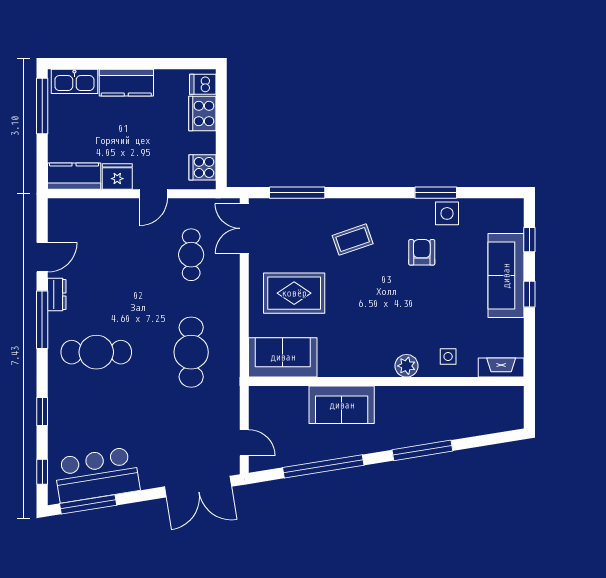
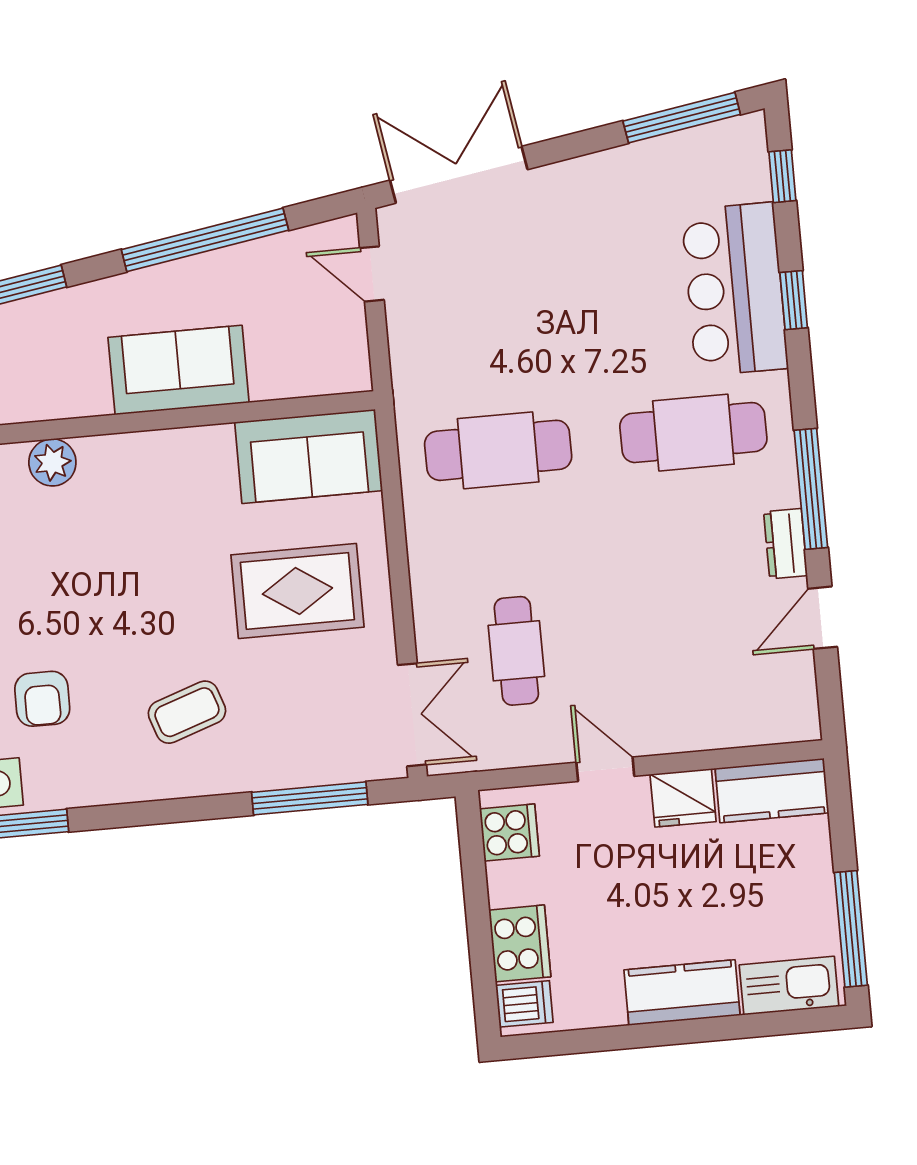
door: (153, 194) -> (605, 769), hinge flipped
cafe table: (191, 352) -> (498, 450), turned 90
bar counter: (97, 475) -> (735, 289), moved, turned 99

